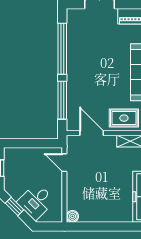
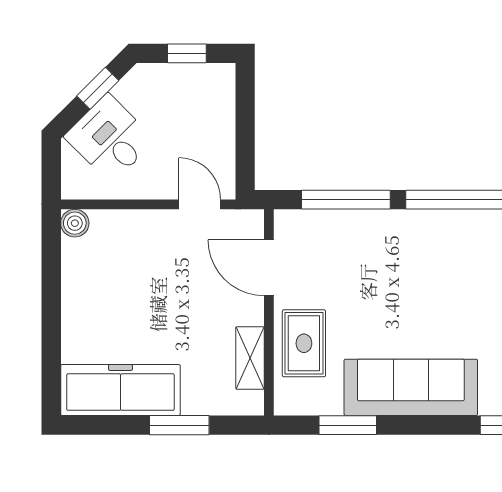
door: (92, 133) -> (269, 268), swing flipped
door: (64, 163) -> (200, 204), hinge flipped

